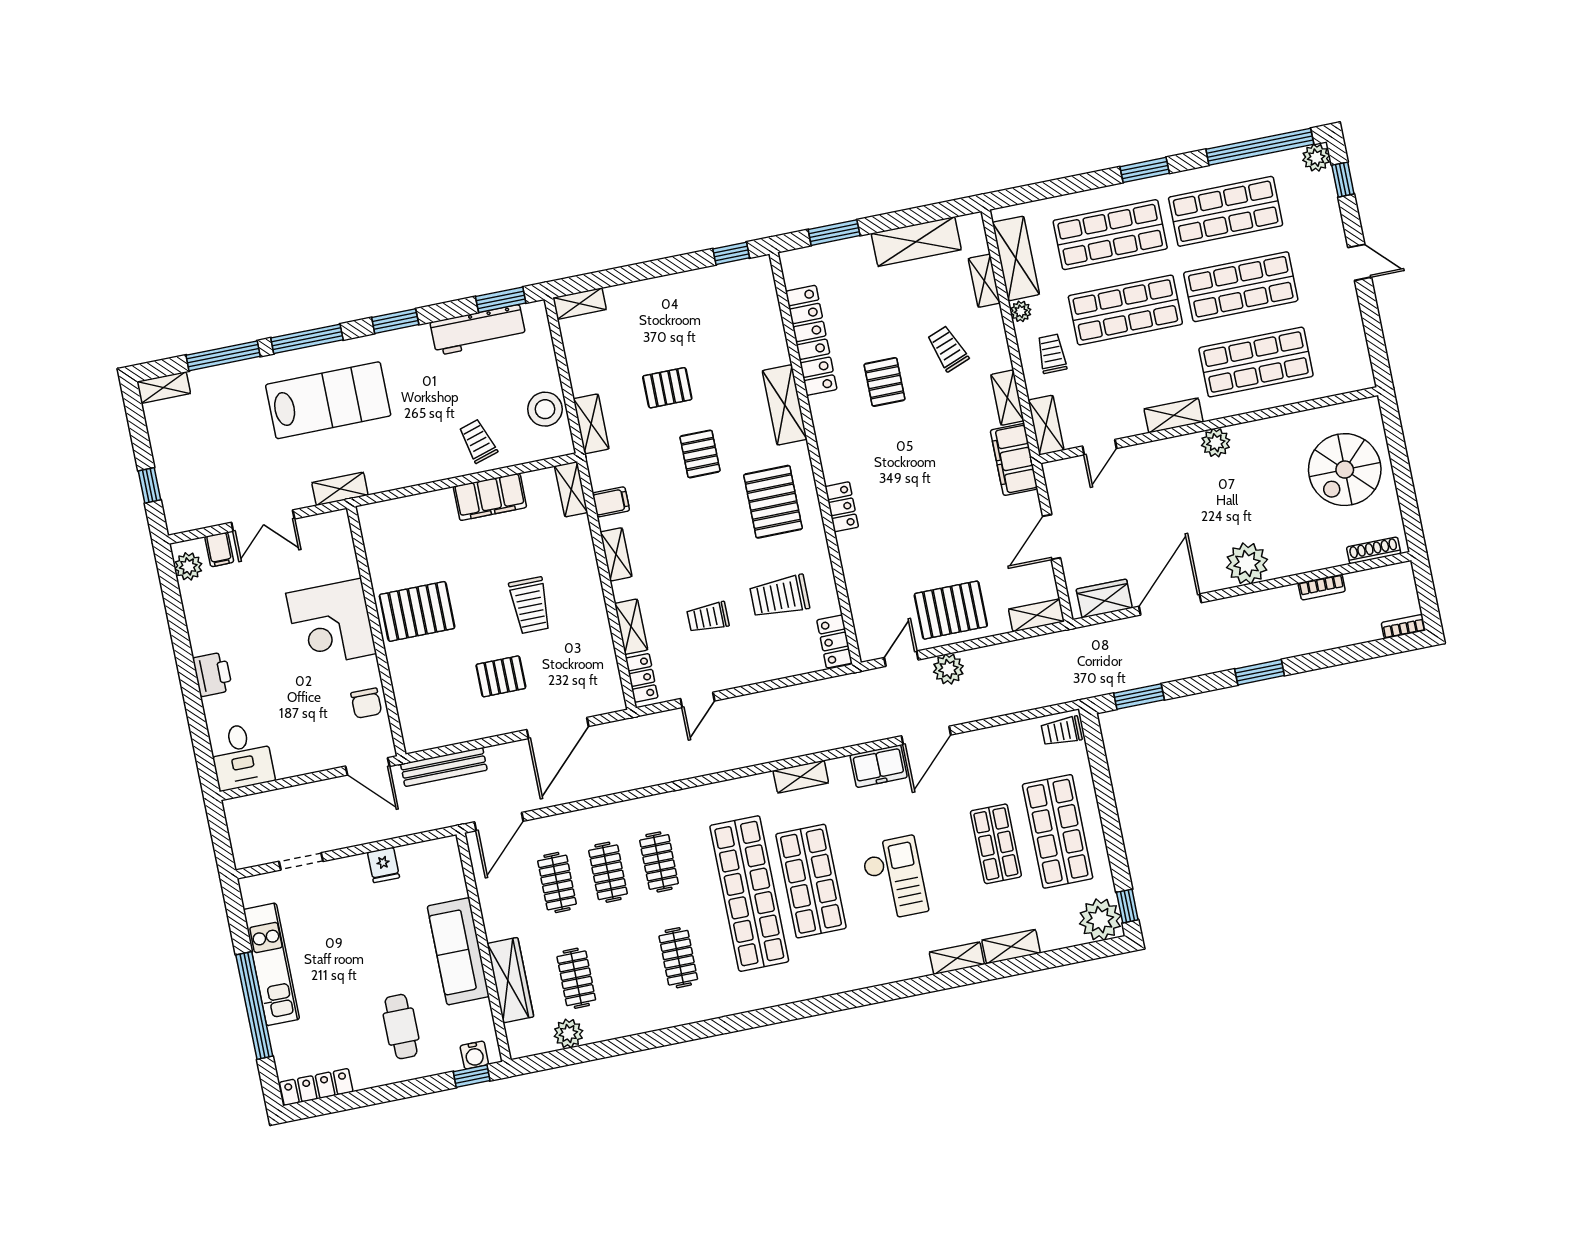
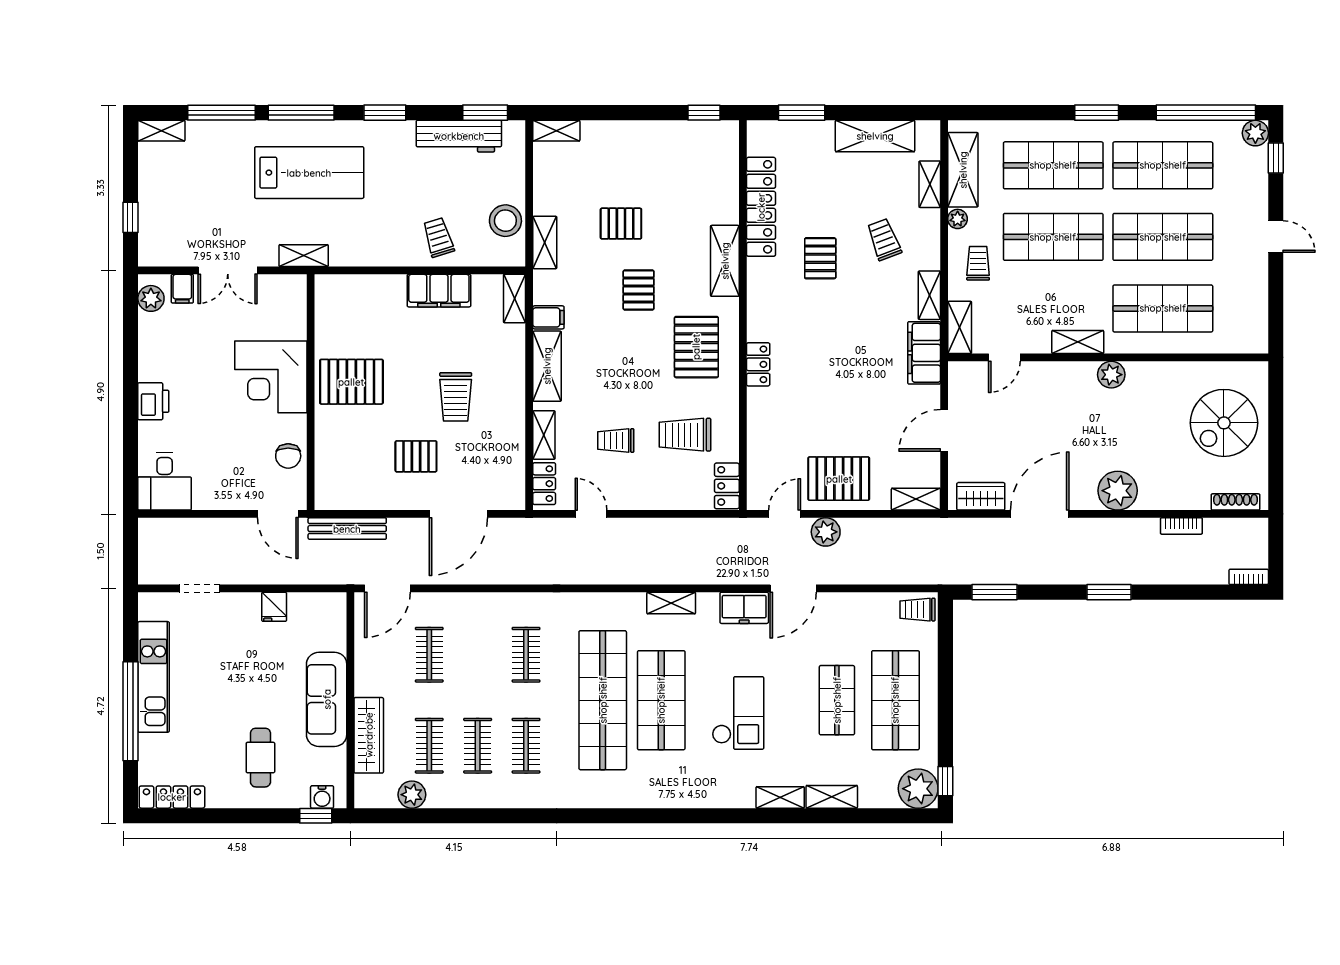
shelving: (616, 554) -> (547, 366), width x1.50, depth x1.33
door: (698, 700) -> (591, 514), swing flipped
clothes rail: (608, 872) -> (478, 746), moved

